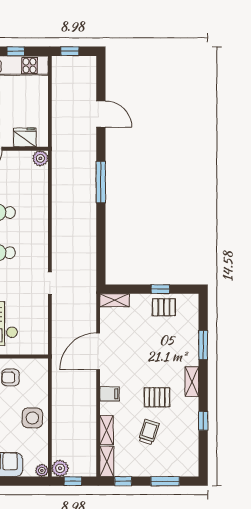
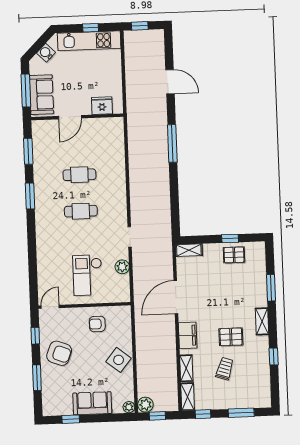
plant: (40, 158) -> (122, 267), moved
filing cabinet: (110, 394) -> (188, 335), width x2.00
side table: (32, 418) -> (119, 360), turned 38

